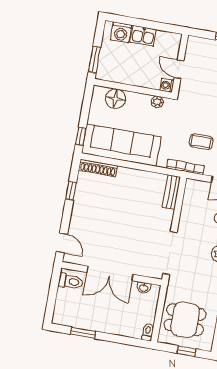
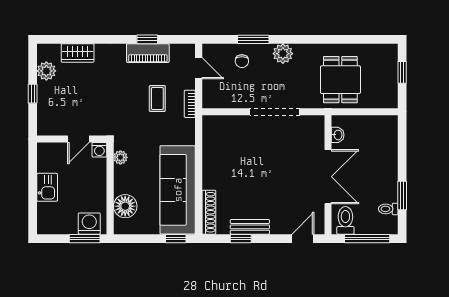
washing machine: (121, 32) -> (89, 224), moved, turned -90
bookcase: (185, 167) -> (190, 104), width x0.64
bench: (171, 192) -> (250, 227), moved
doorway: (170, 253) -> (275, 112), moved
window: (52, 297) -> (367, 239), added
dining table: (185, 320) -> (340, 80), moved
toilet: (148, 332) -> (388, 209), moved

